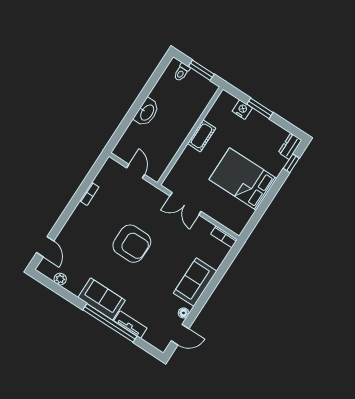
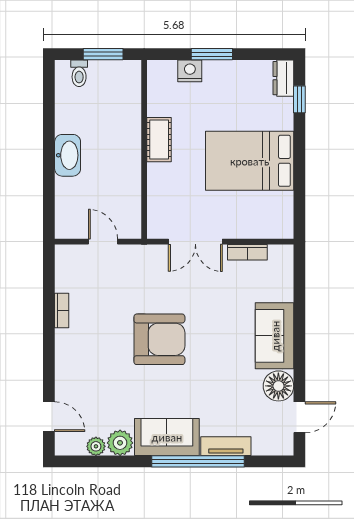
bookcase: (224, 237) -> (247, 252), moved
plant: (74, 286) -> (120, 443), added
floor lamp: (184, 313) -> (278, 386), width x1.89, depth x1.89

